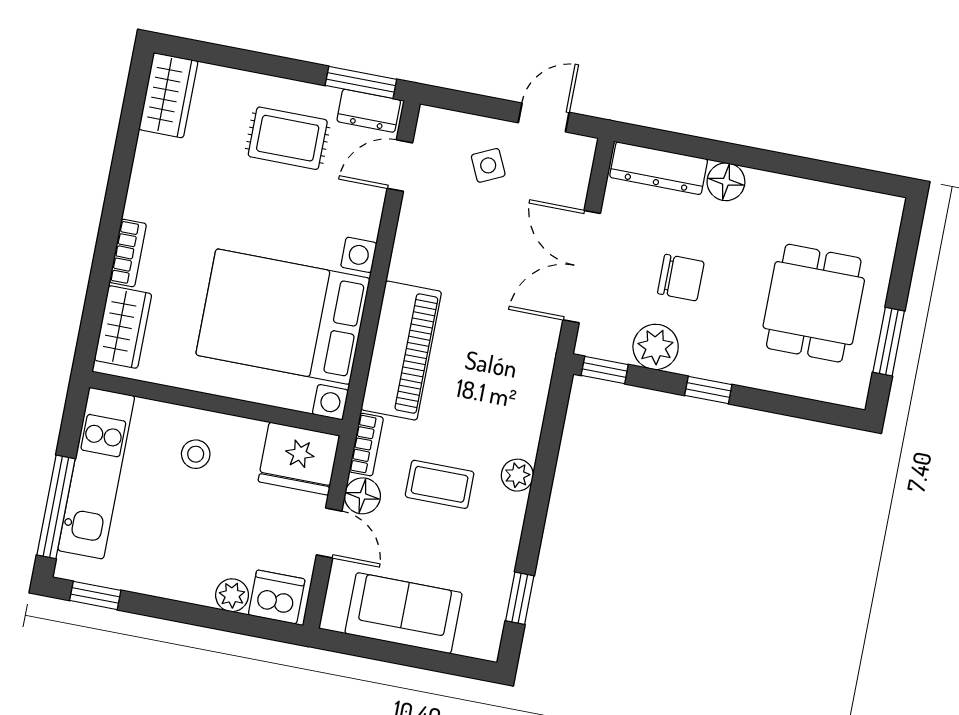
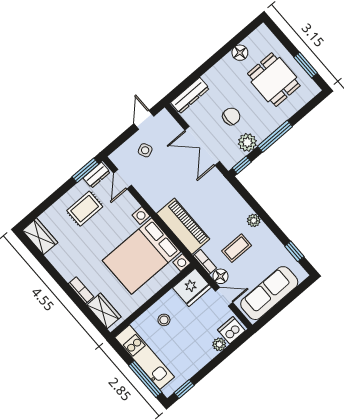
floor lamp: (726, 182) -> (240, 53), moved
window: (708, 390) -> (275, 136), width x2.17
sofa: (404, 613) -> (269, 293), width x1.36

